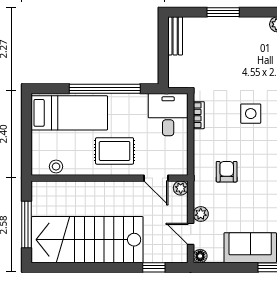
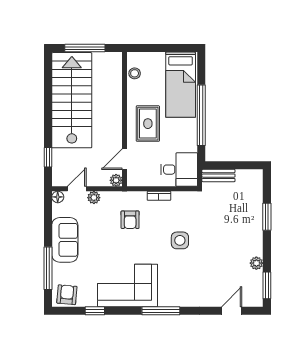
bench: (175, 36) -> (218, 176), moved
bookcase: (199, 115) -> (159, 196), moved
armchair: (227, 172) -> (130, 220), turned 90

